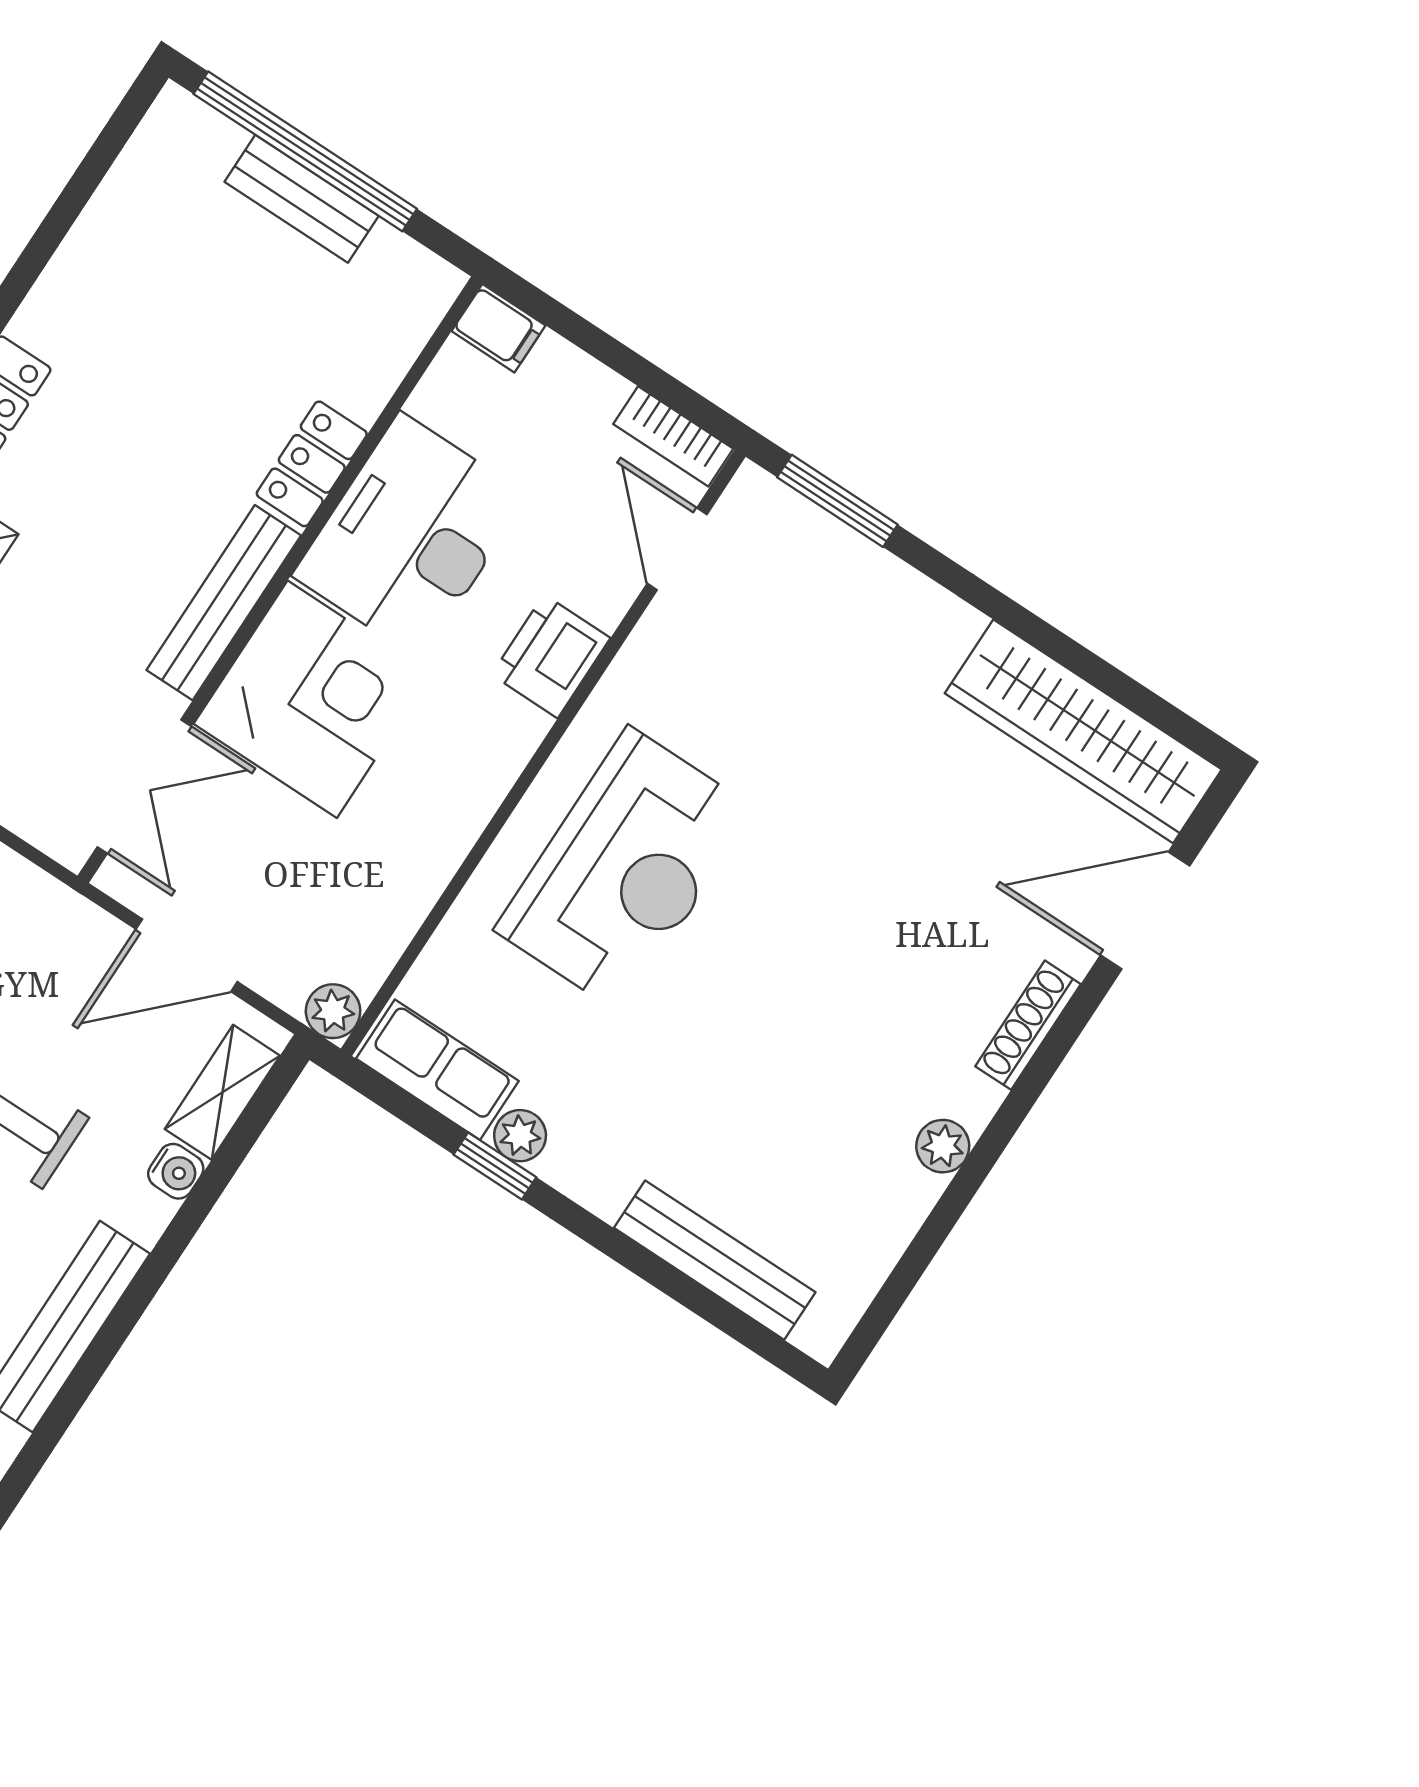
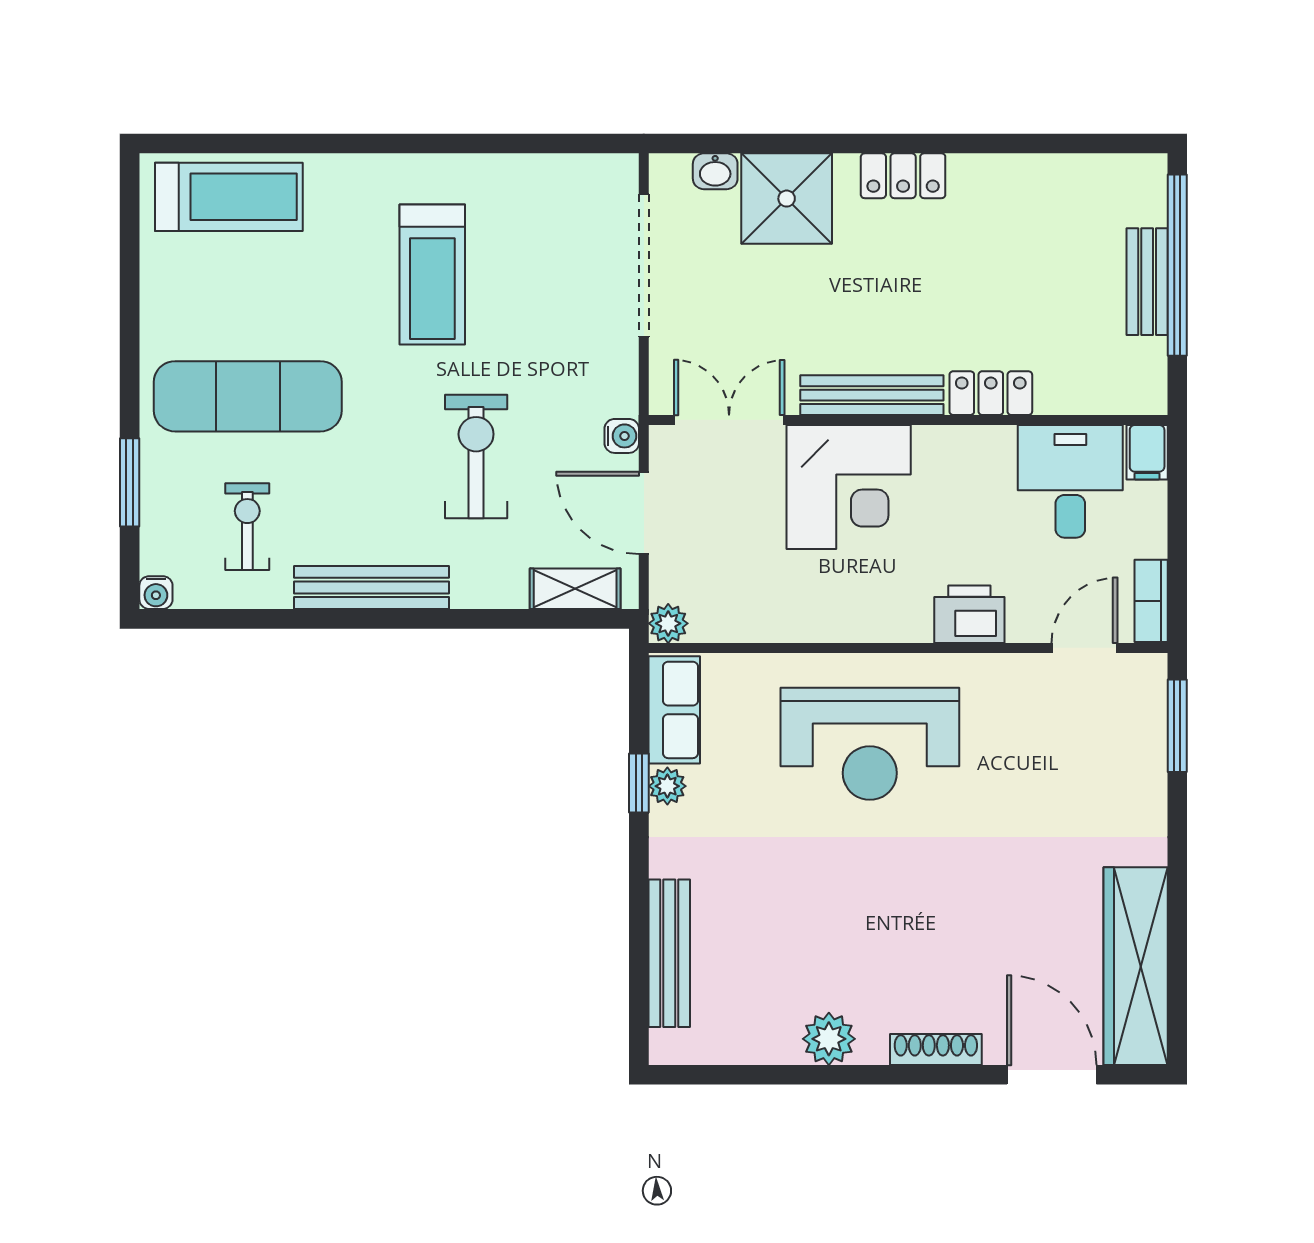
desk: (410, 536) -> (1070, 481), moved, width x0.73
double door: (144, 786) -> (729, 420), swing flipped
plant: (943, 1146) -> (829, 1039), width x1.38, depth x1.38
water cooler: (176, 1171) -> (622, 436), moved, turned -90

